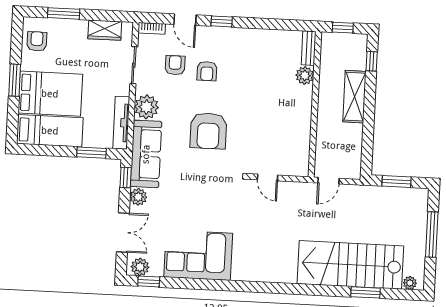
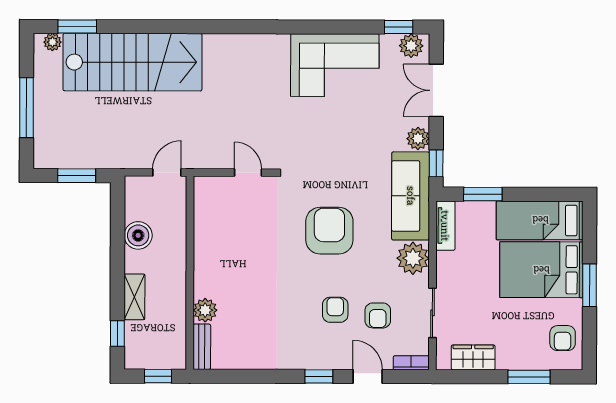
shelving: (354, 97) -> (134, 297), width x0.67, depth x0.75
tv unit: (121, 123) -> (445, 226), width x0.71
boiler: (352, 134) -> (138, 235), added
window: (366, 292) -> (77, 26), moved

